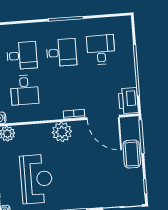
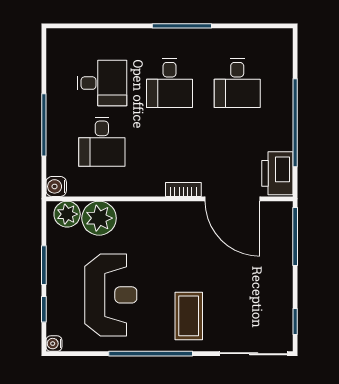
desk: (101, 50) -> (237, 83), turned 180
desk: (61, 53) -> (170, 83), turned 90
plant: (62, 132) -> (99, 218), moved
coffee table: (132, 154) -> (189, 316), moved

